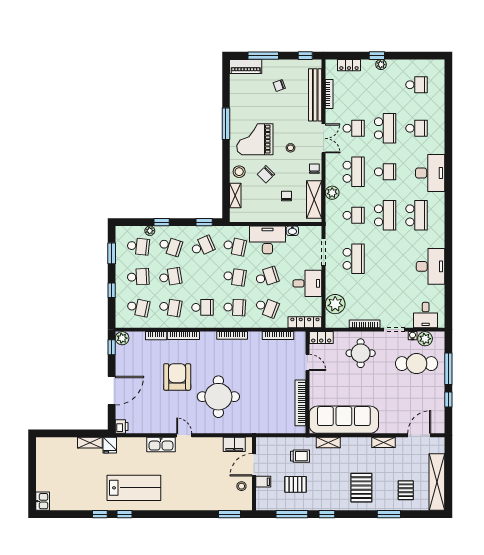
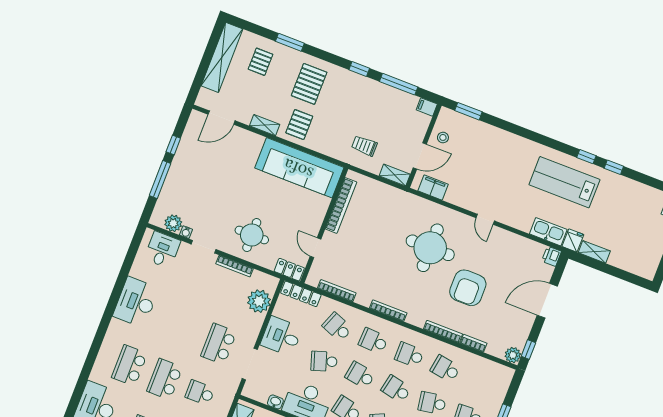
school desk: (138, 307) -> (396, 389), moved
cafe table: (417, 364) -> (194, 199), removed
shelving: (328, 442) -> (395, 175), moved
kitchen sink: (161, 445) -> (548, 232), moved
filing cabinet: (263, 482) -> (427, 107), moved
pallet: (296, 484) -> (299, 125), moved, turned 90

